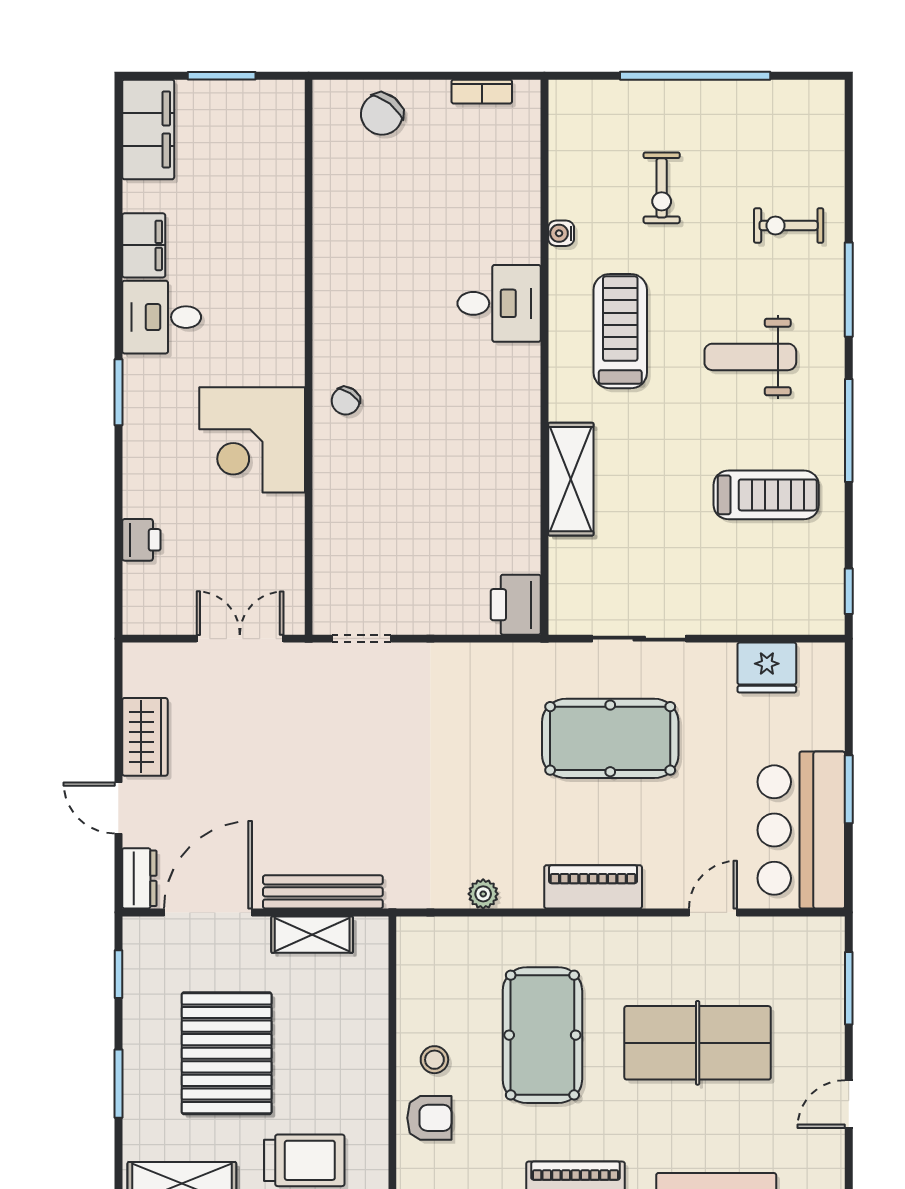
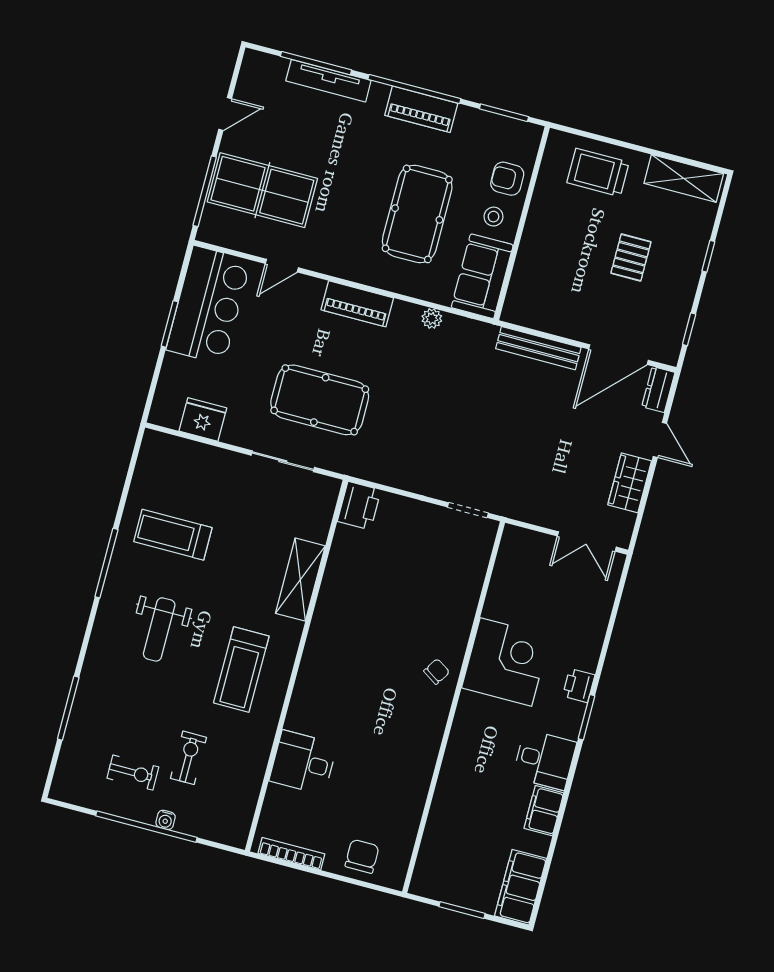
bookcase: (482, 92) -> (291, 854), width x1.56
chair: (382, 114) -> (362, 856), turned -38
exercise bike: (789, 226) -> (133, 773), moved
water cooler: (561, 233) -> (166, 820), moved, turned 90
window: (849, 290) -> (68, 708), moved
desk: (499, 303) -> (303, 762), moved
weight bench: (750, 357) -> (159, 629), turned 90
printer: (141, 540) -> (579, 686), moved
window: (849, 591) -> (135, 456), removed
double door: (240, 639) -> (587, 542), moved
shelving: (312, 935) -> (553, 322), removed
sofa: (428, 972) -> (482, 276), added
window: (849, 988) -> (205, 191), width x1.44
table tennis table: (698, 1043) -> (262, 190), moved
pallet: (227, 1053) -> (631, 257), width x0.49, depth x0.50
window: (118, 1084) -> (708, 256), width x0.67

